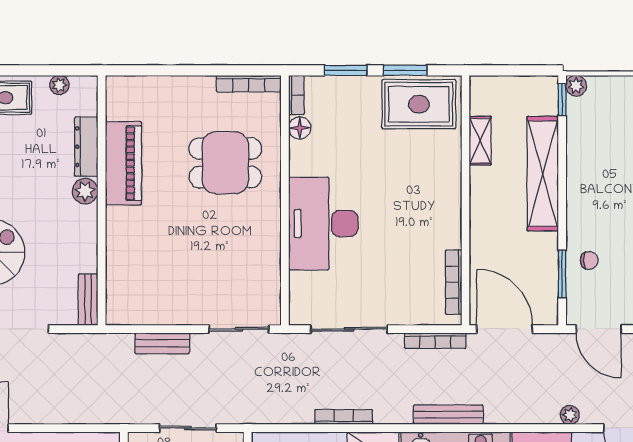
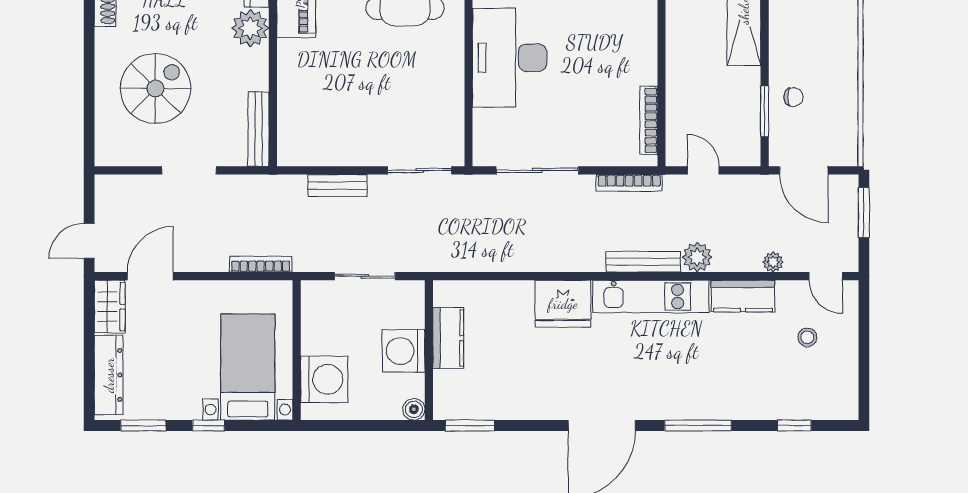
plant: (85, 191) -> (250, 28), width x1.36, depth x1.36
bench: (88, 300) -> (258, 129), width x1.36
door: (505, 329) -> (703, 170), width x0.53
plant: (499, 410) -> (697, 257), added
bookcase: (344, 417) -> (261, 264), moved

